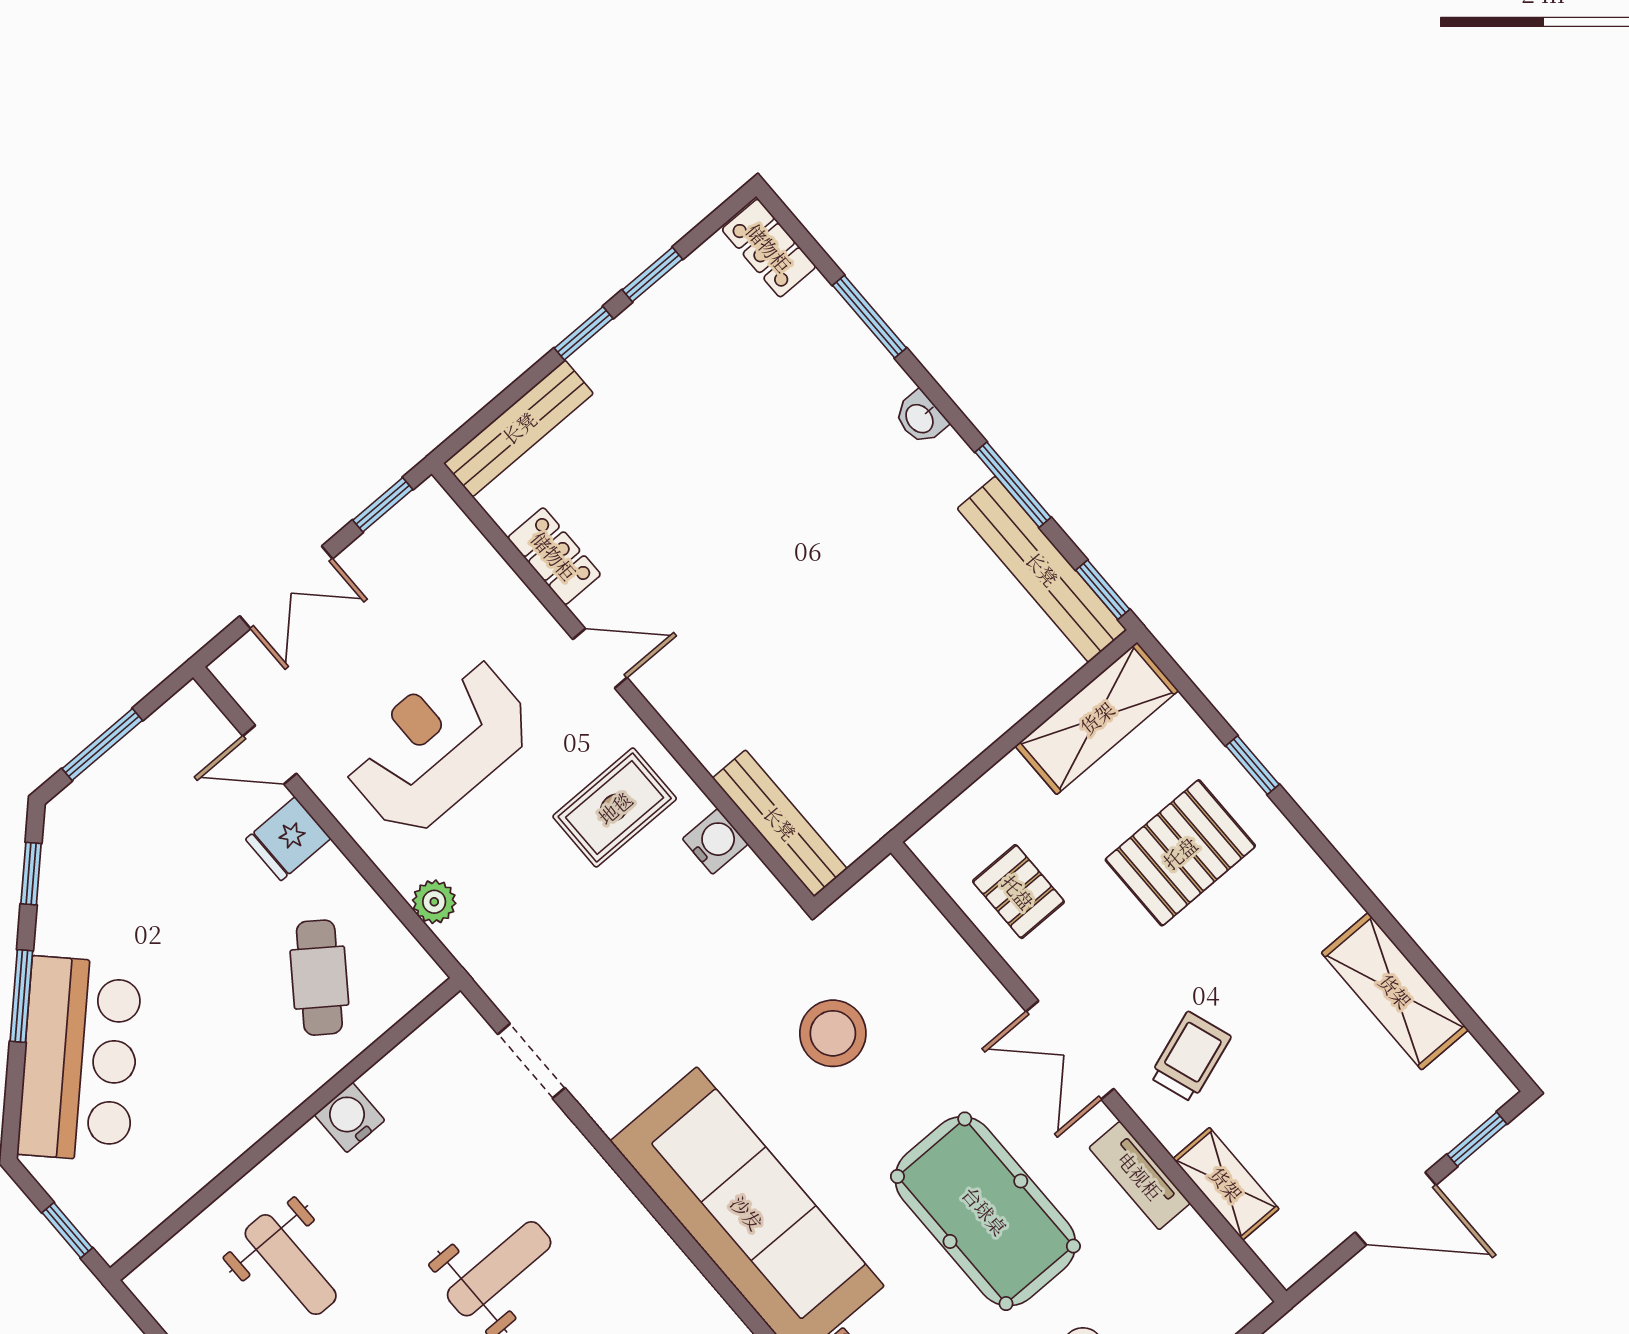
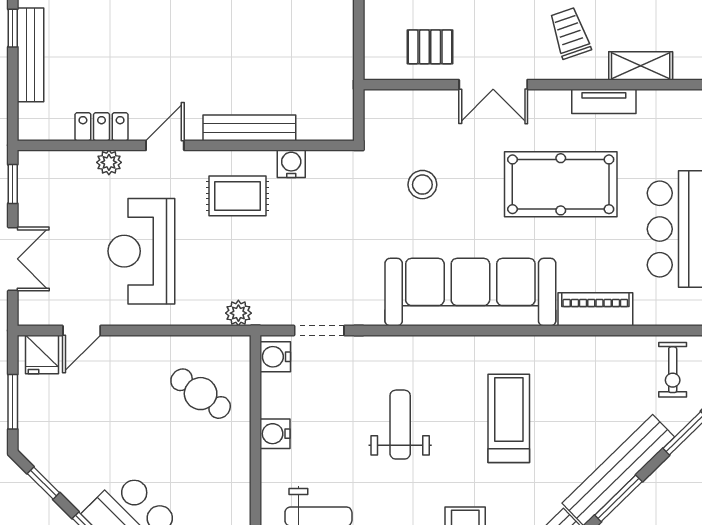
bench: (519, 428) -> (30, 55), moved
plant: (516, 605) -> (109, 162), added
rug: (615, 808) -> (237, 196), turned 90
bench: (780, 823) -> (249, 128), moved
fridge: (288, 839) -> (42, 355), moved
plant: (434, 902) -> (238, 313), moved
water cooler: (449, 1033) -> (275, 357), added
stool: (833, 1033) -> (422, 185), width x0.73, depth x0.73
double door: (1070, 1050) -> (493, 85), moved

